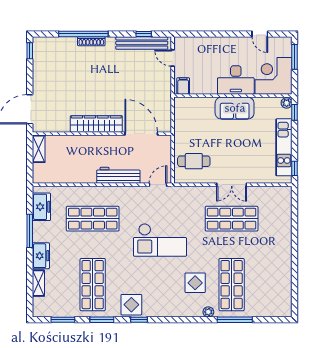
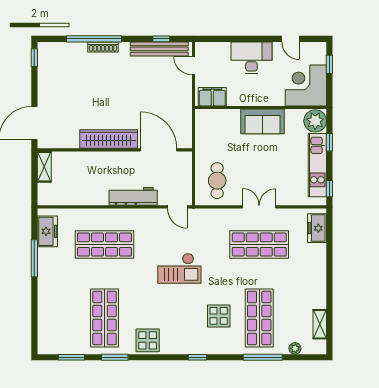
window: (295, 57) -> (329, 64), width x0.67
desk: (236, 80) -> (251, 58), moved, turned 180
filing cabinet: (183, 86) -> (212, 97), width x2.00
plant: (287, 103) -> (315, 121), width x1.88, depth x1.88
window: (295, 112) -> (329, 142), moved
cafe table: (194, 161) -> (217, 181), turned 90
door: (158, 185) -> (177, 207), swing flipped
double door: (232, 185) -> (259, 207), swing flipped
checkout: (160, 240) -> (179, 268), width x0.73, depth x0.83
freezer: (41, 256) -> (317, 228), moved, turned 180
shelving: (38, 283) -> (320, 324), moved
plant: (208, 312) -> (295, 348), moved
window: (139, 320) -> (197, 357), moved

